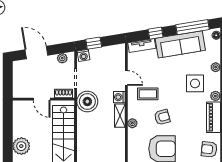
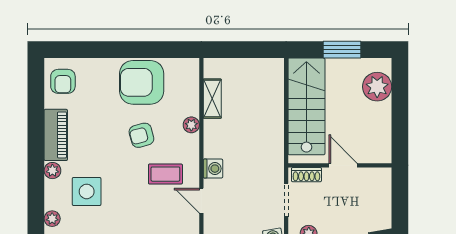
boiler: (87, 101) -> (267, 161), removed
shelving: (120, 116) -> (212, 99), moved
armchair: (209, 149) -> (63, 81), turned 84

